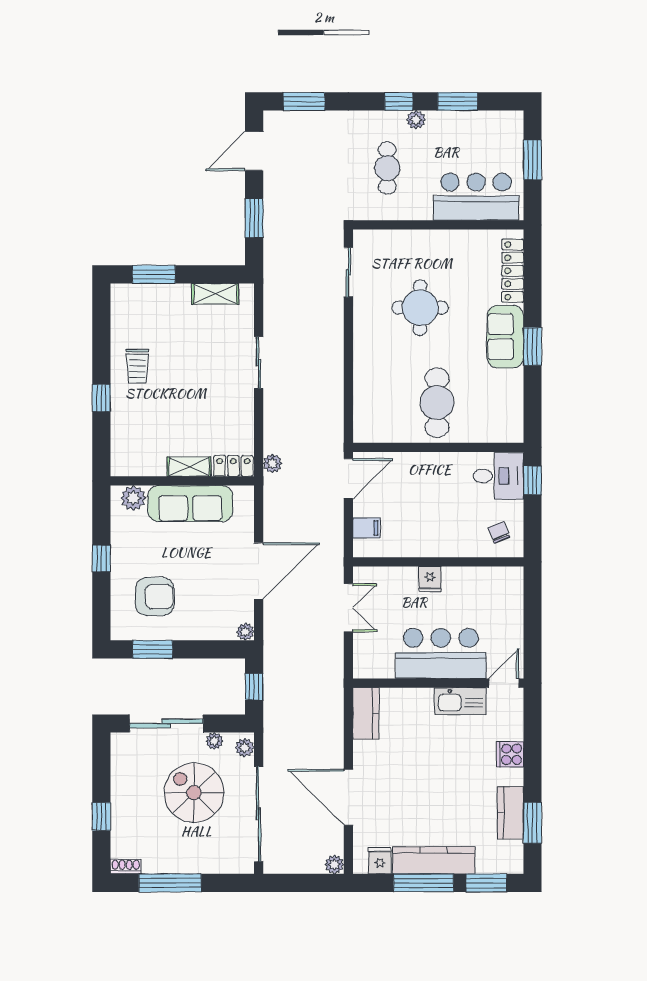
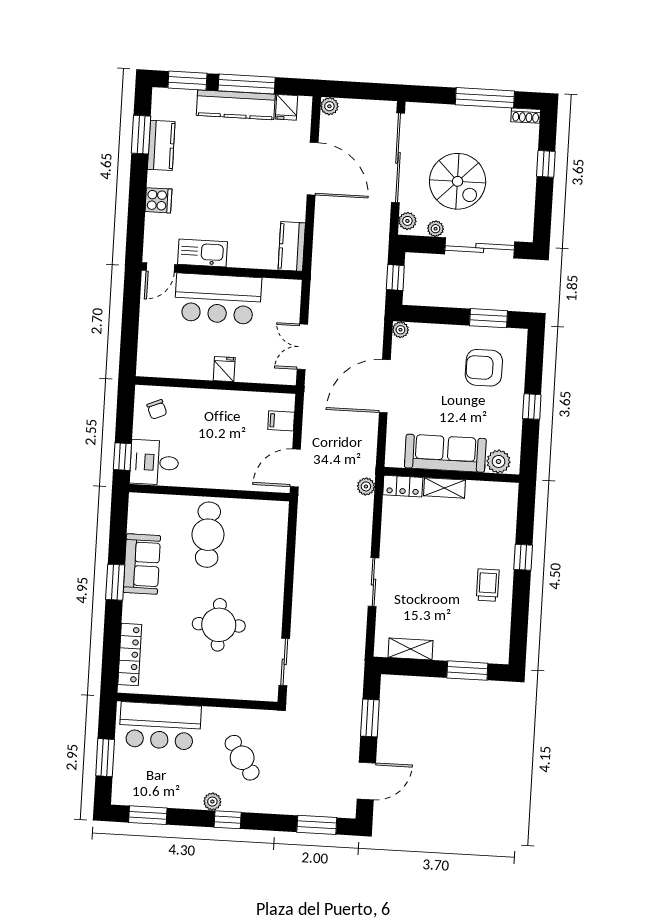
window: (458, 101) -> (148, 815), moved
cafe table: (387, 168) -> (242, 758), turned -34
sofa: (505, 337) -> (142, 564), moved

